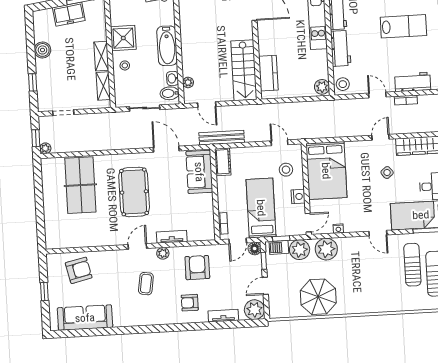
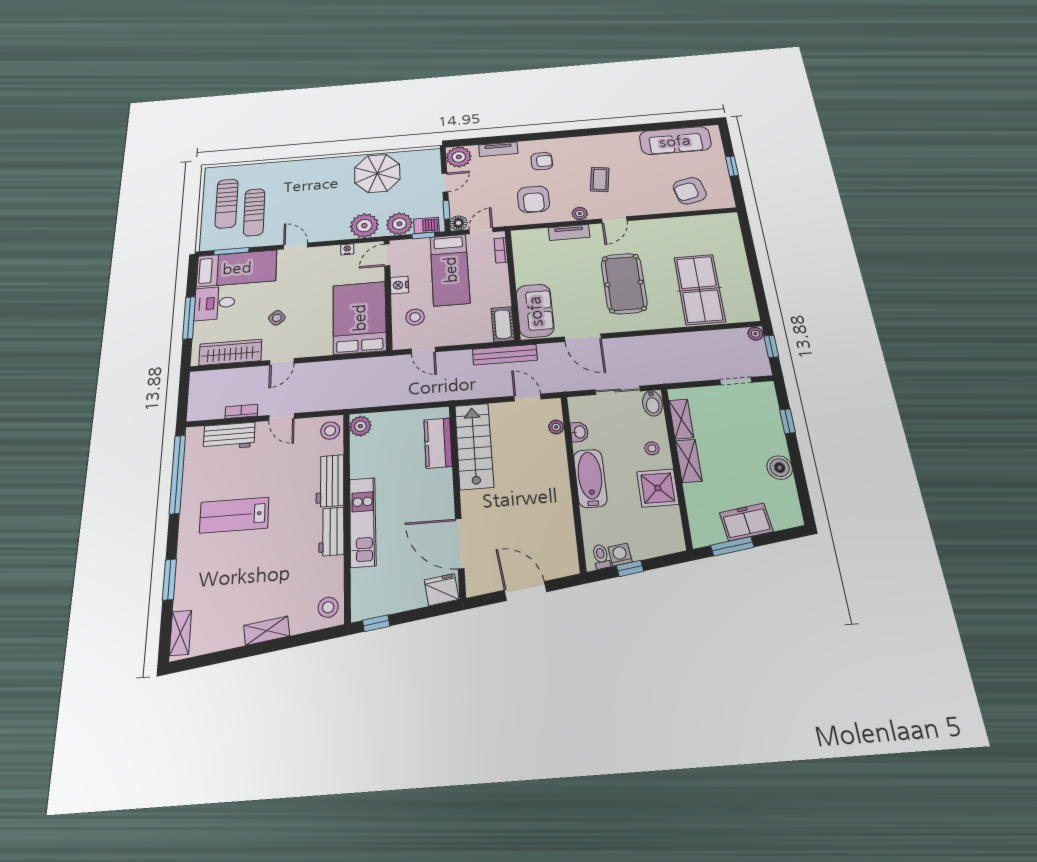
bidet: (170, 93) -> (652, 403), moved, turned 90

